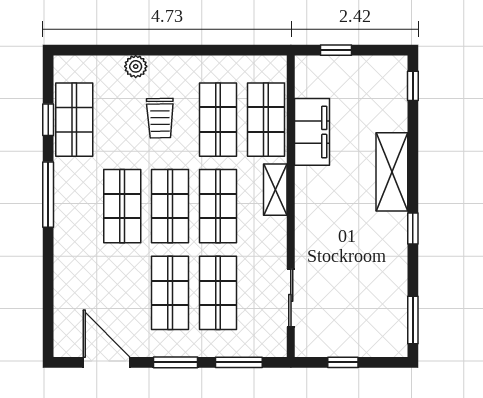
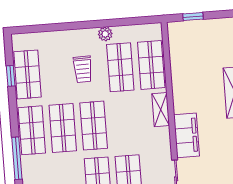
plant: (136, 66) -> (105, 34), moved
filing cabinet: (312, 132) -> (187, 135), moved
window: (48, 195) -> (17, 158), moved
shop shelf: (218, 206) -> (32, 130), moved

